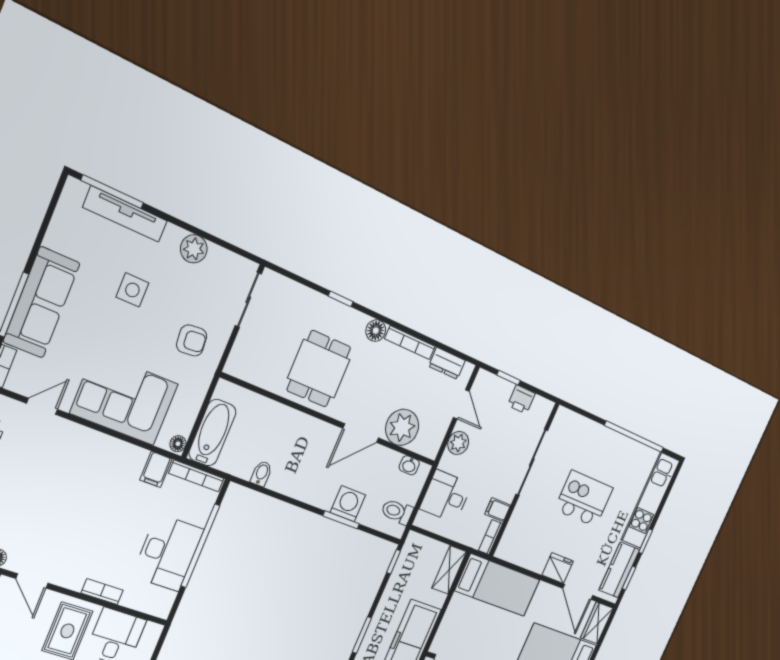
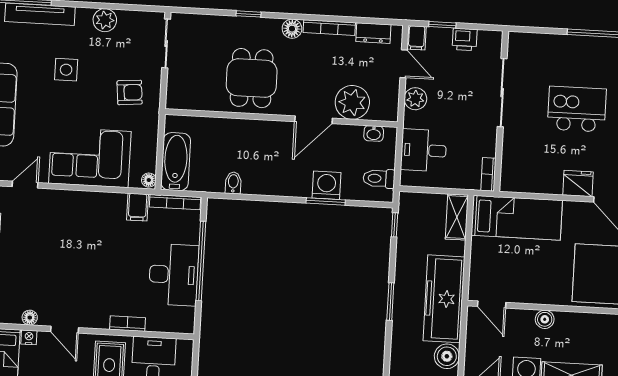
filing cabinet: (498, 510) -> (417, 38), moved, turned -90

